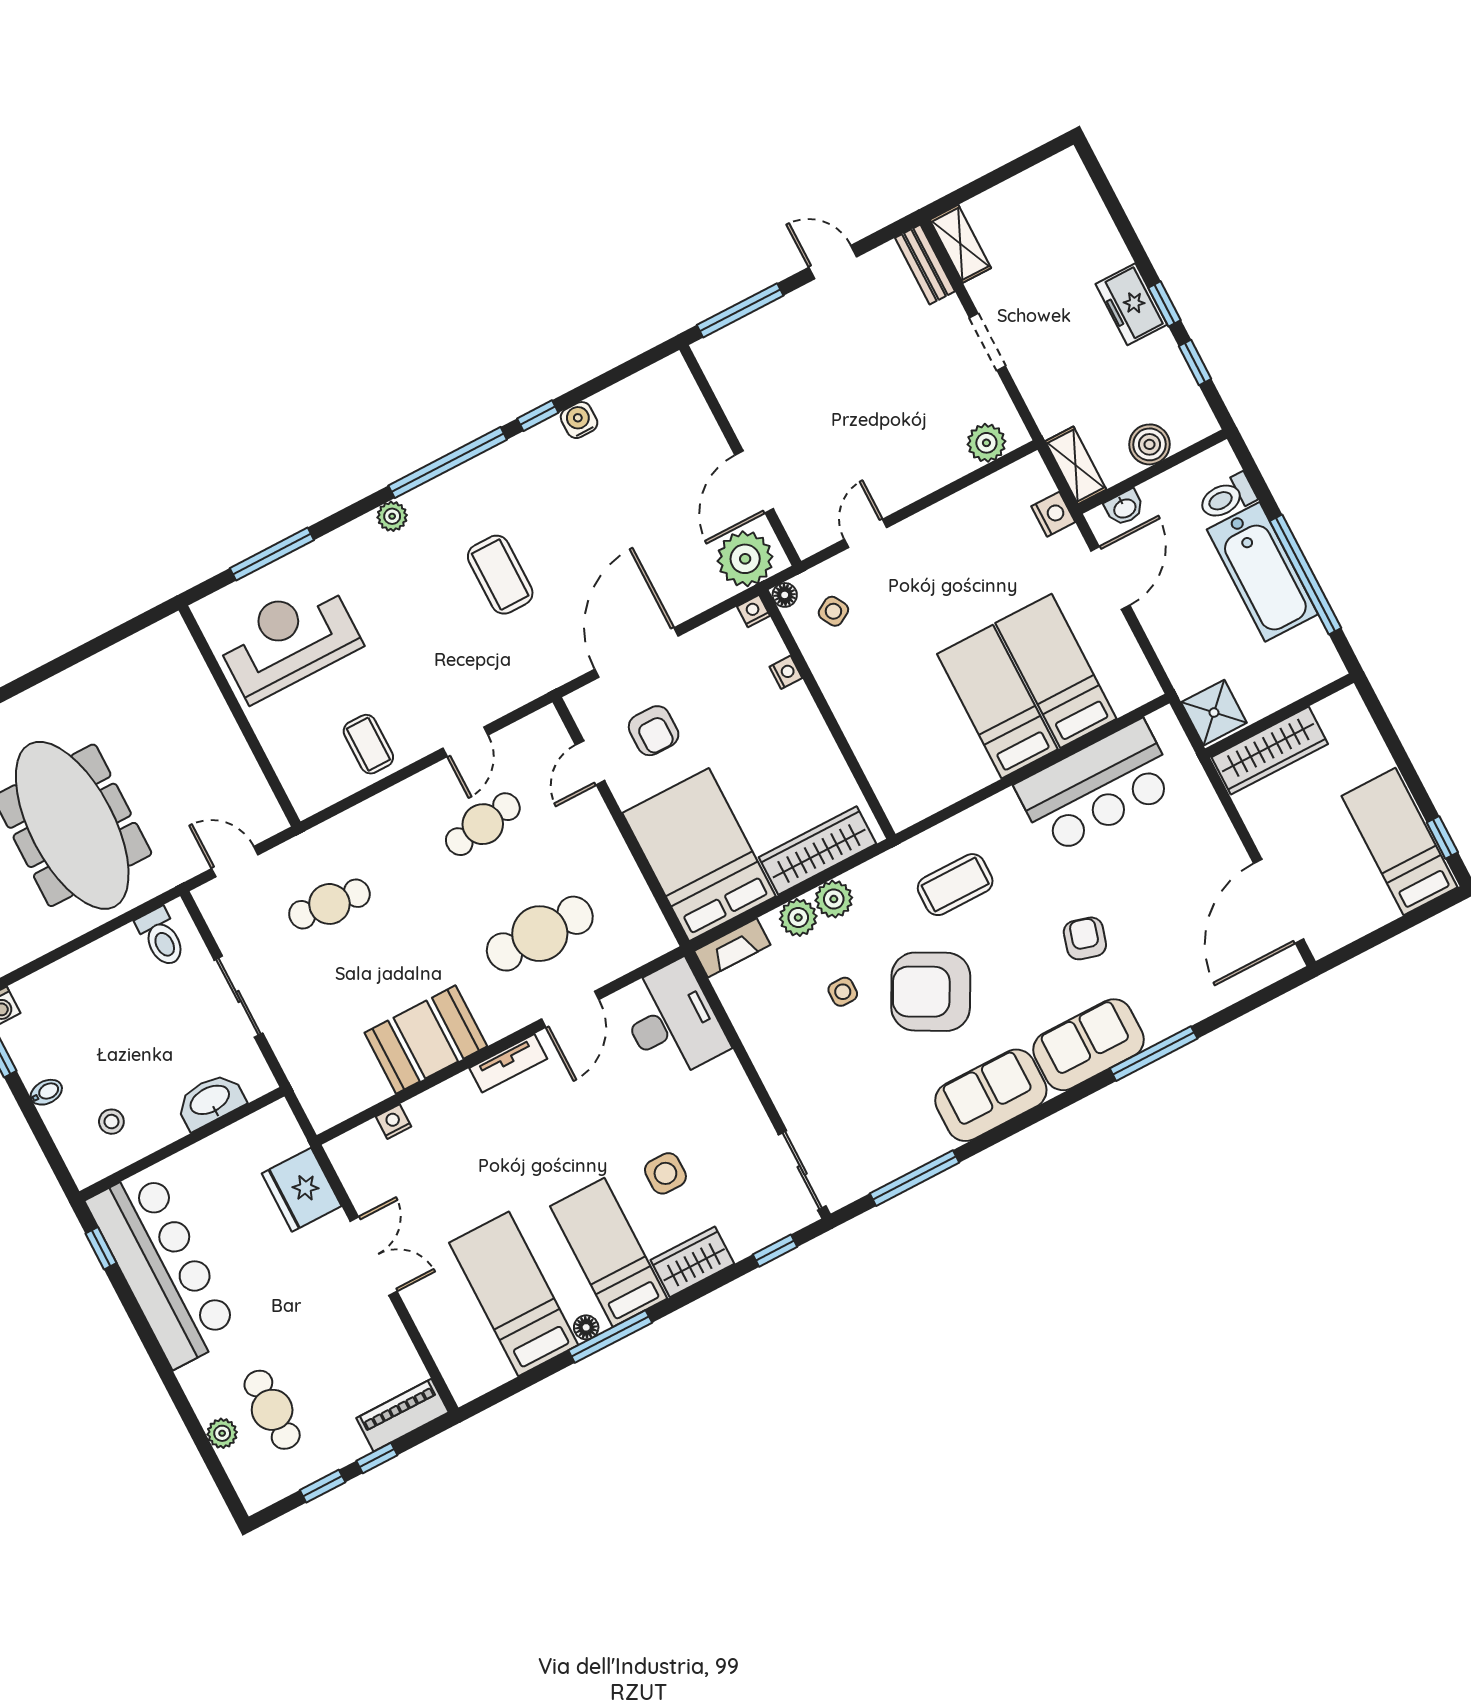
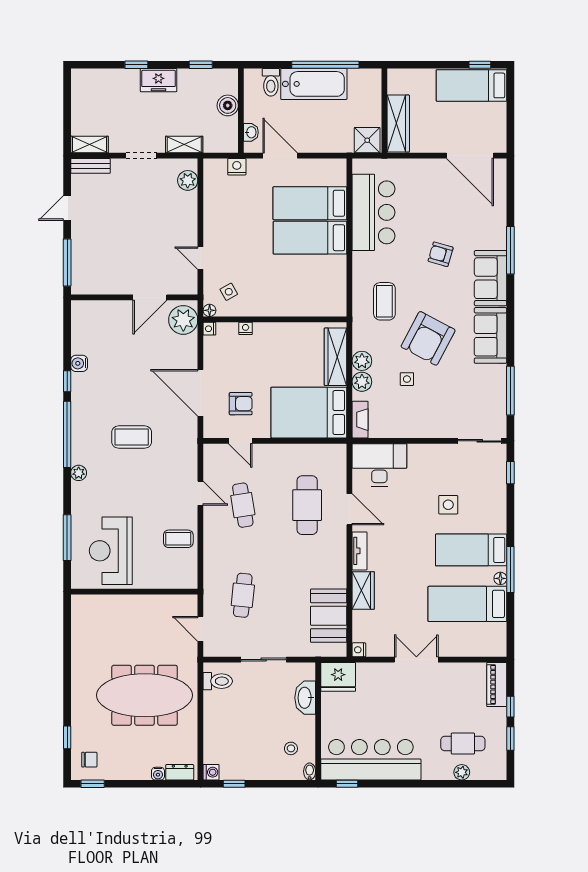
window: (1165, 304) -> (136, 65), moved
shelving: (1076, 465) -> (184, 145), moved
door: (754, 482) -> (150, 297), hinge flipped
door: (235, 862) -> (200, 629), hinge flipped
booth: (426, 1040) -> (329, 616), moved
bidet: (46, 1092) -> (310, 771), moved
nightstand: (394, 1122) -> (359, 650), moved
fridge: (302, 1190) -> (338, 677), moved
wardrobe: (692, 1262) -> (363, 590), moved, turned 180

